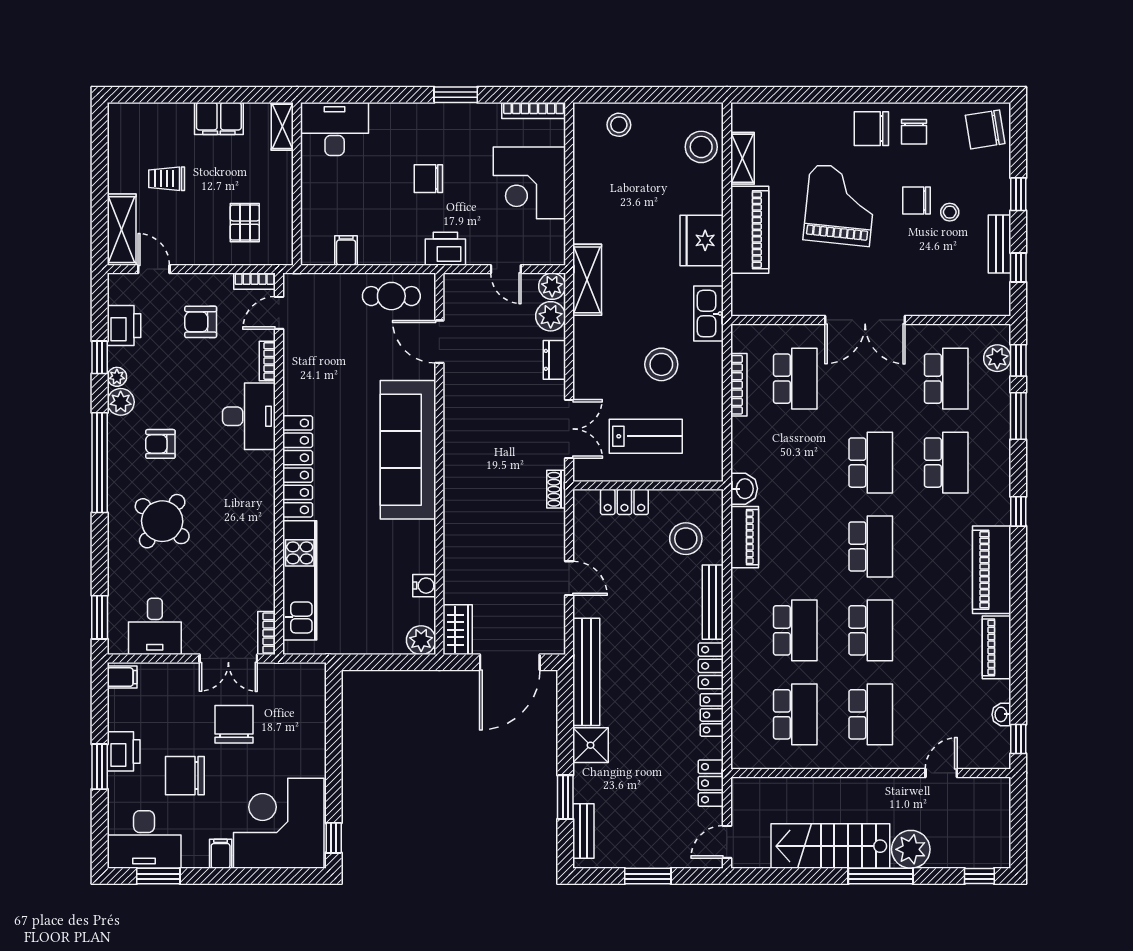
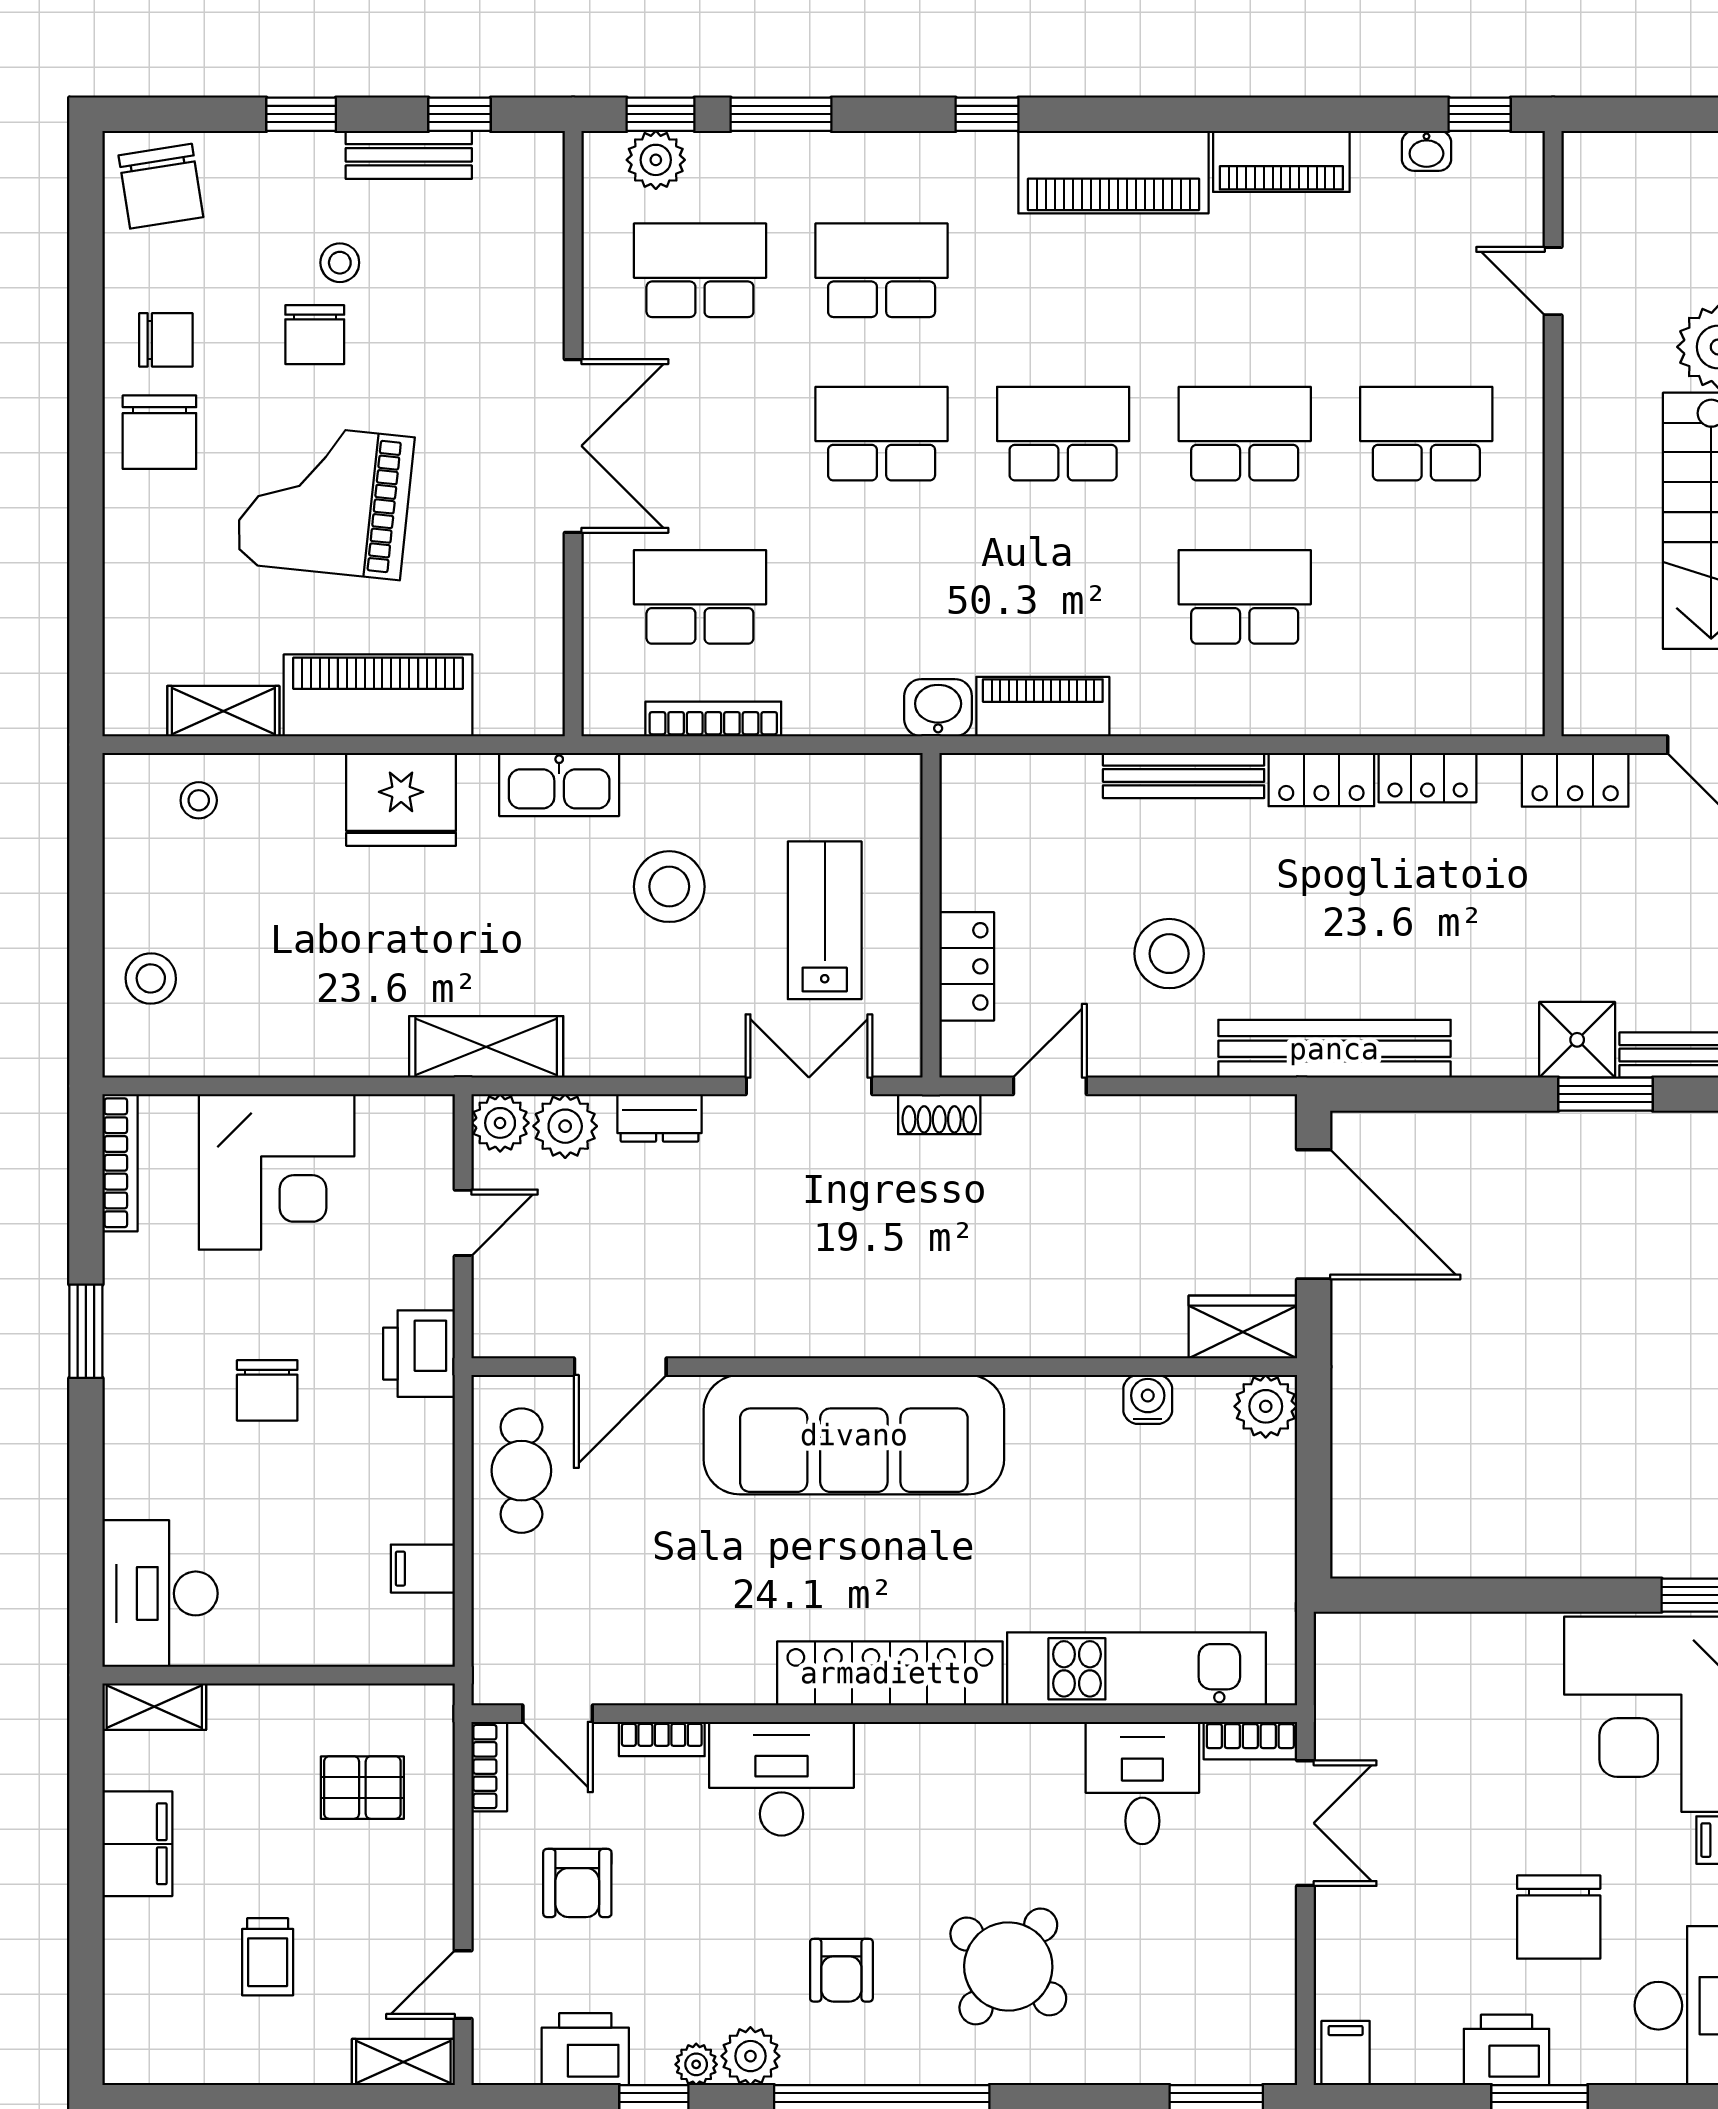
stool: (701, 147) -> (199, 800), width x0.53, depth x0.53
shelving: (122, 230) -> (403, 2062), width x0.67, depth x0.75
stool: (686, 539) -> (1169, 954), moved
door: (569, 578) -> (1050, 1086), moved
desk: (155, 626) -> (1142, 1783), moved, turned -90
school desk: (795, 714) -> (1426, 597), removed
chair: (234, 724) -> (1448, 1811), removed
shower: (590, 745) -> (1577, 1040), moved

